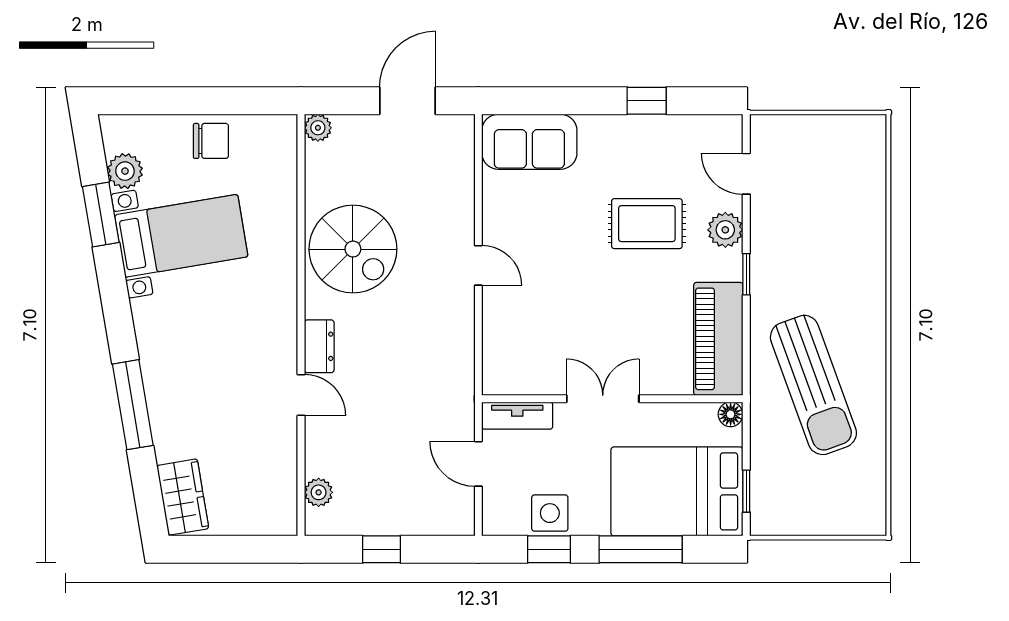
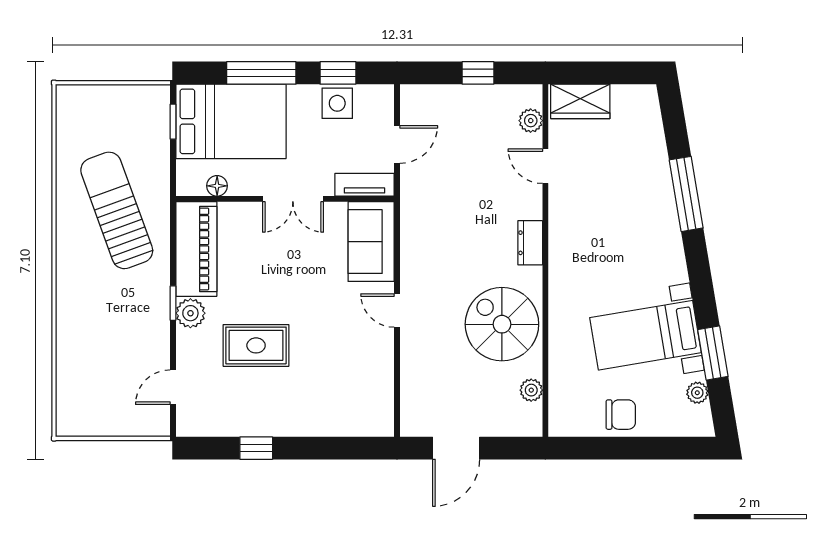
plant: (318, 128) -> (531, 390), moved
chair: (211, 141) -> (621, 415), turned 180
sofa: (529, 142) -> (371, 242), moved, turned -90
plant: (125, 171) -> (697, 393), width x0.73, depth x0.73
door: (746, 174) -> (173, 387), swing flipped
plant: (725, 230) -> (190, 313), moved
door: (301, 395) -> (545, 166), moved
floor lamp: (731, 414) -> (217, 186), moved
door: (478, 464) -> (397, 144), hinge flipped
wardrobe: (183, 497) -> (580, 101), moved, turned -80

